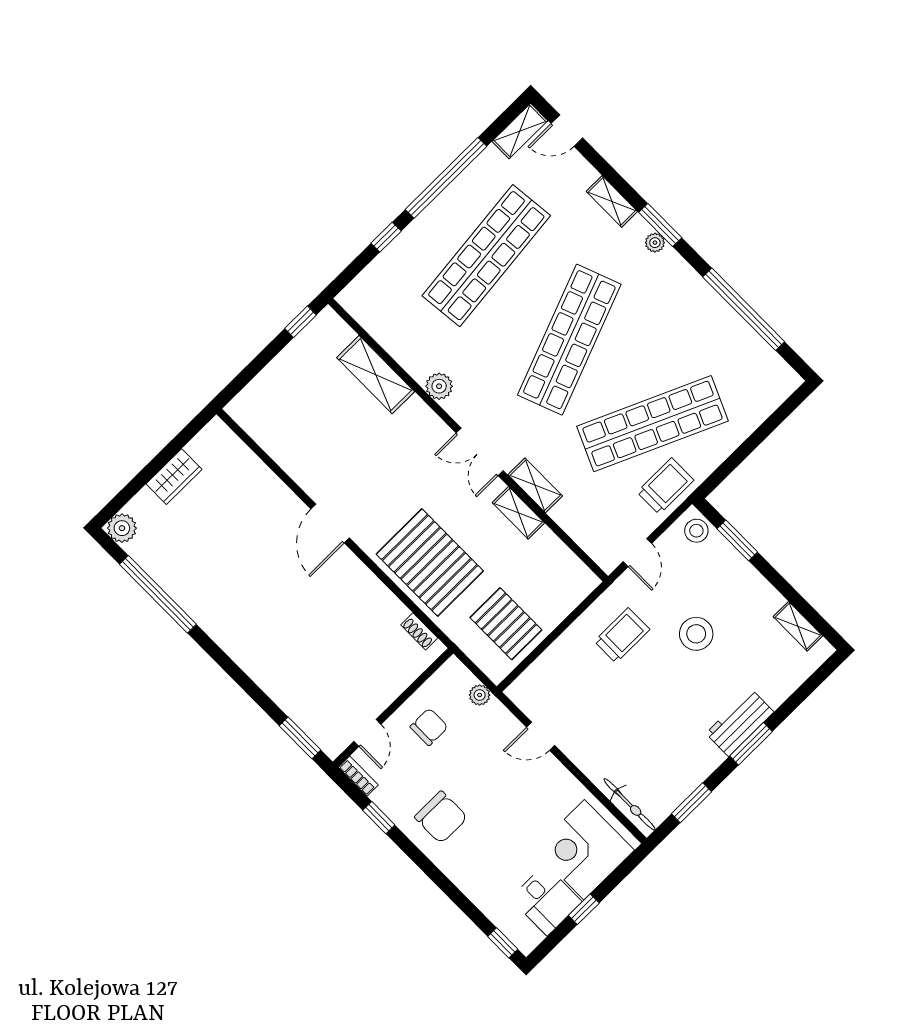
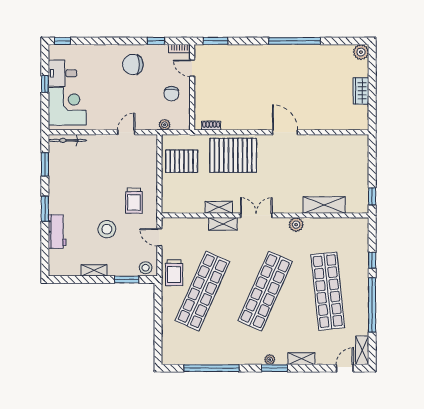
shop shelf: (569, 340) -> (265, 291), turned 45
window: (158, 594) -> (295, 41), moved
shelving: (798, 626) -> (94, 270), moved
workbench: (740, 723) -> (57, 232), moved

